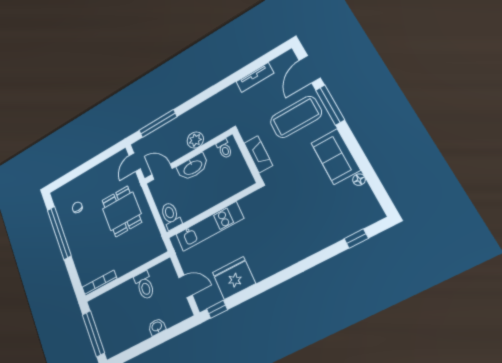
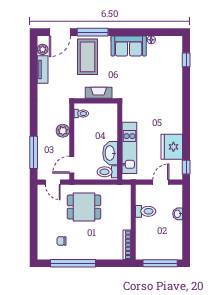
plant: (279, 63) -> (43, 49), added
door: (310, 69) -> (60, 32), hinge flipped
washbasin: (193, 167) -> (110, 153), moved, turned 180

